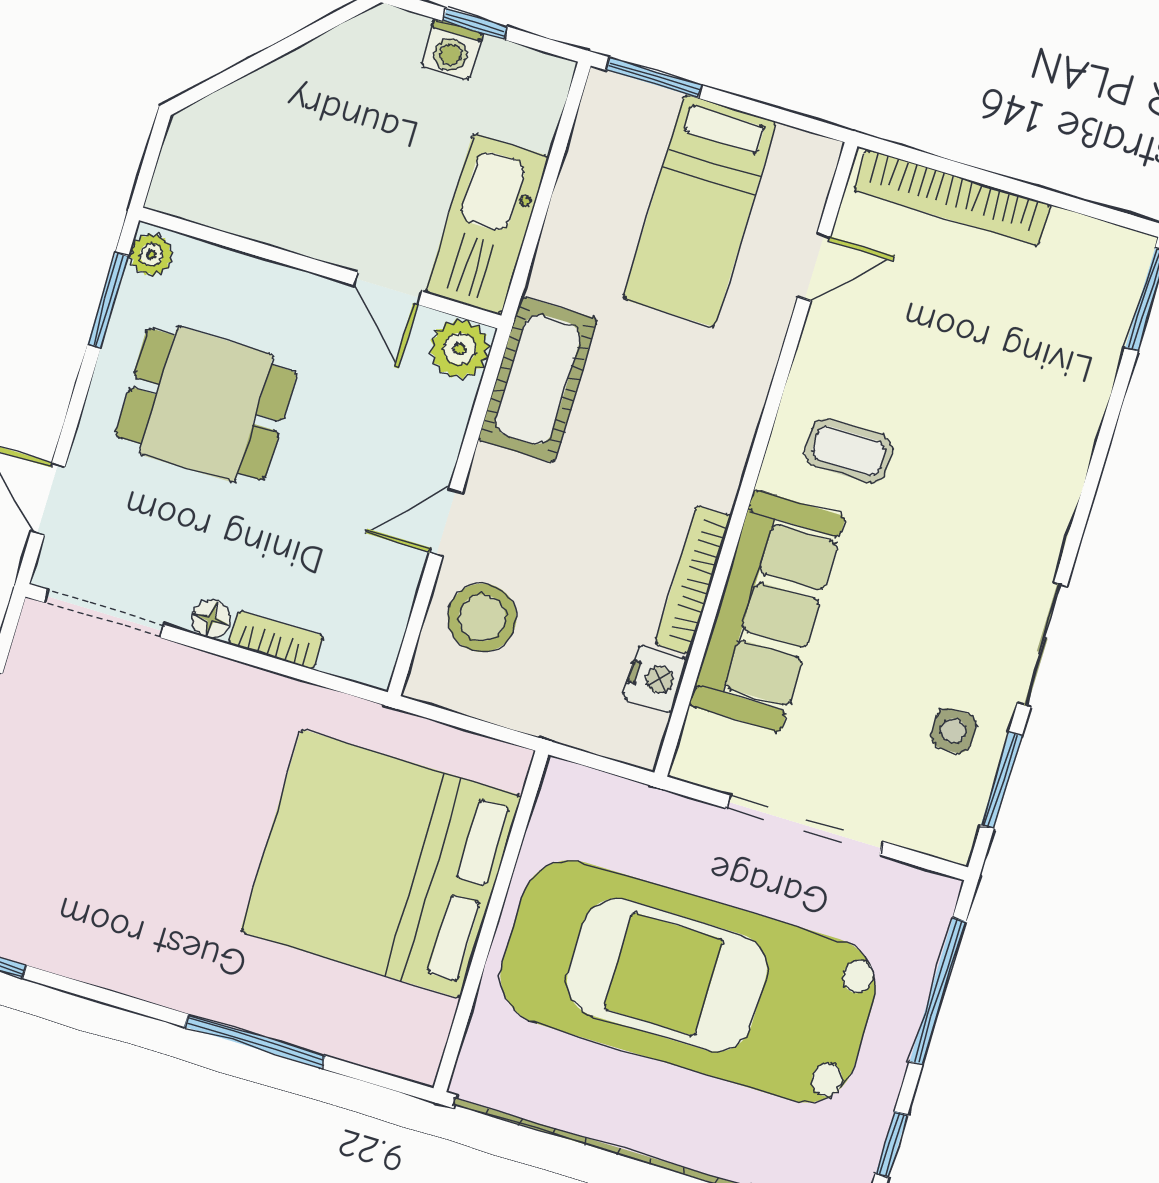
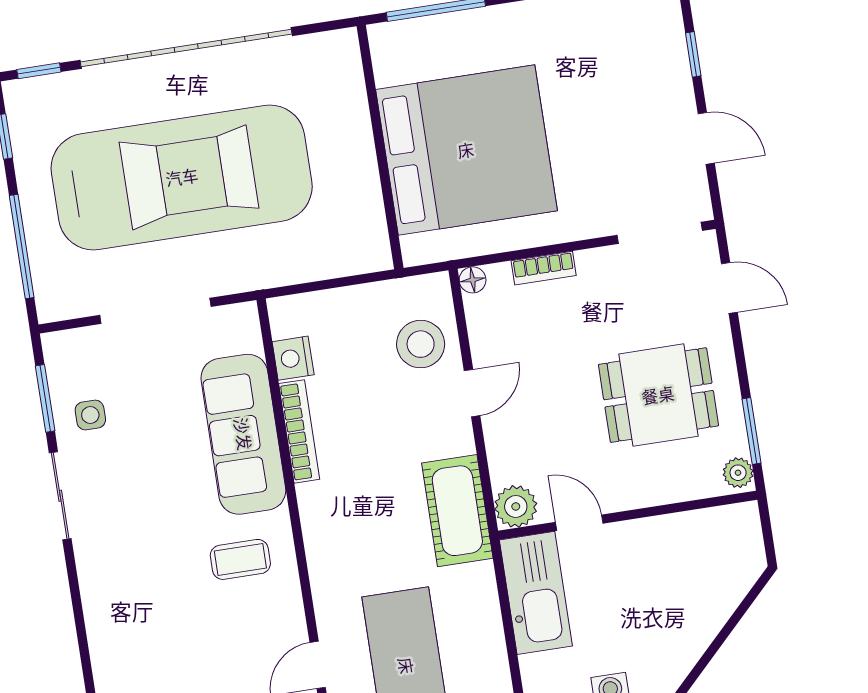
floor lamp: (211, 619) -> (473, 280), moved
bed: (381, 864) -> (466, 150), moved
wall: (491, 921) -> (380, 147), moved

